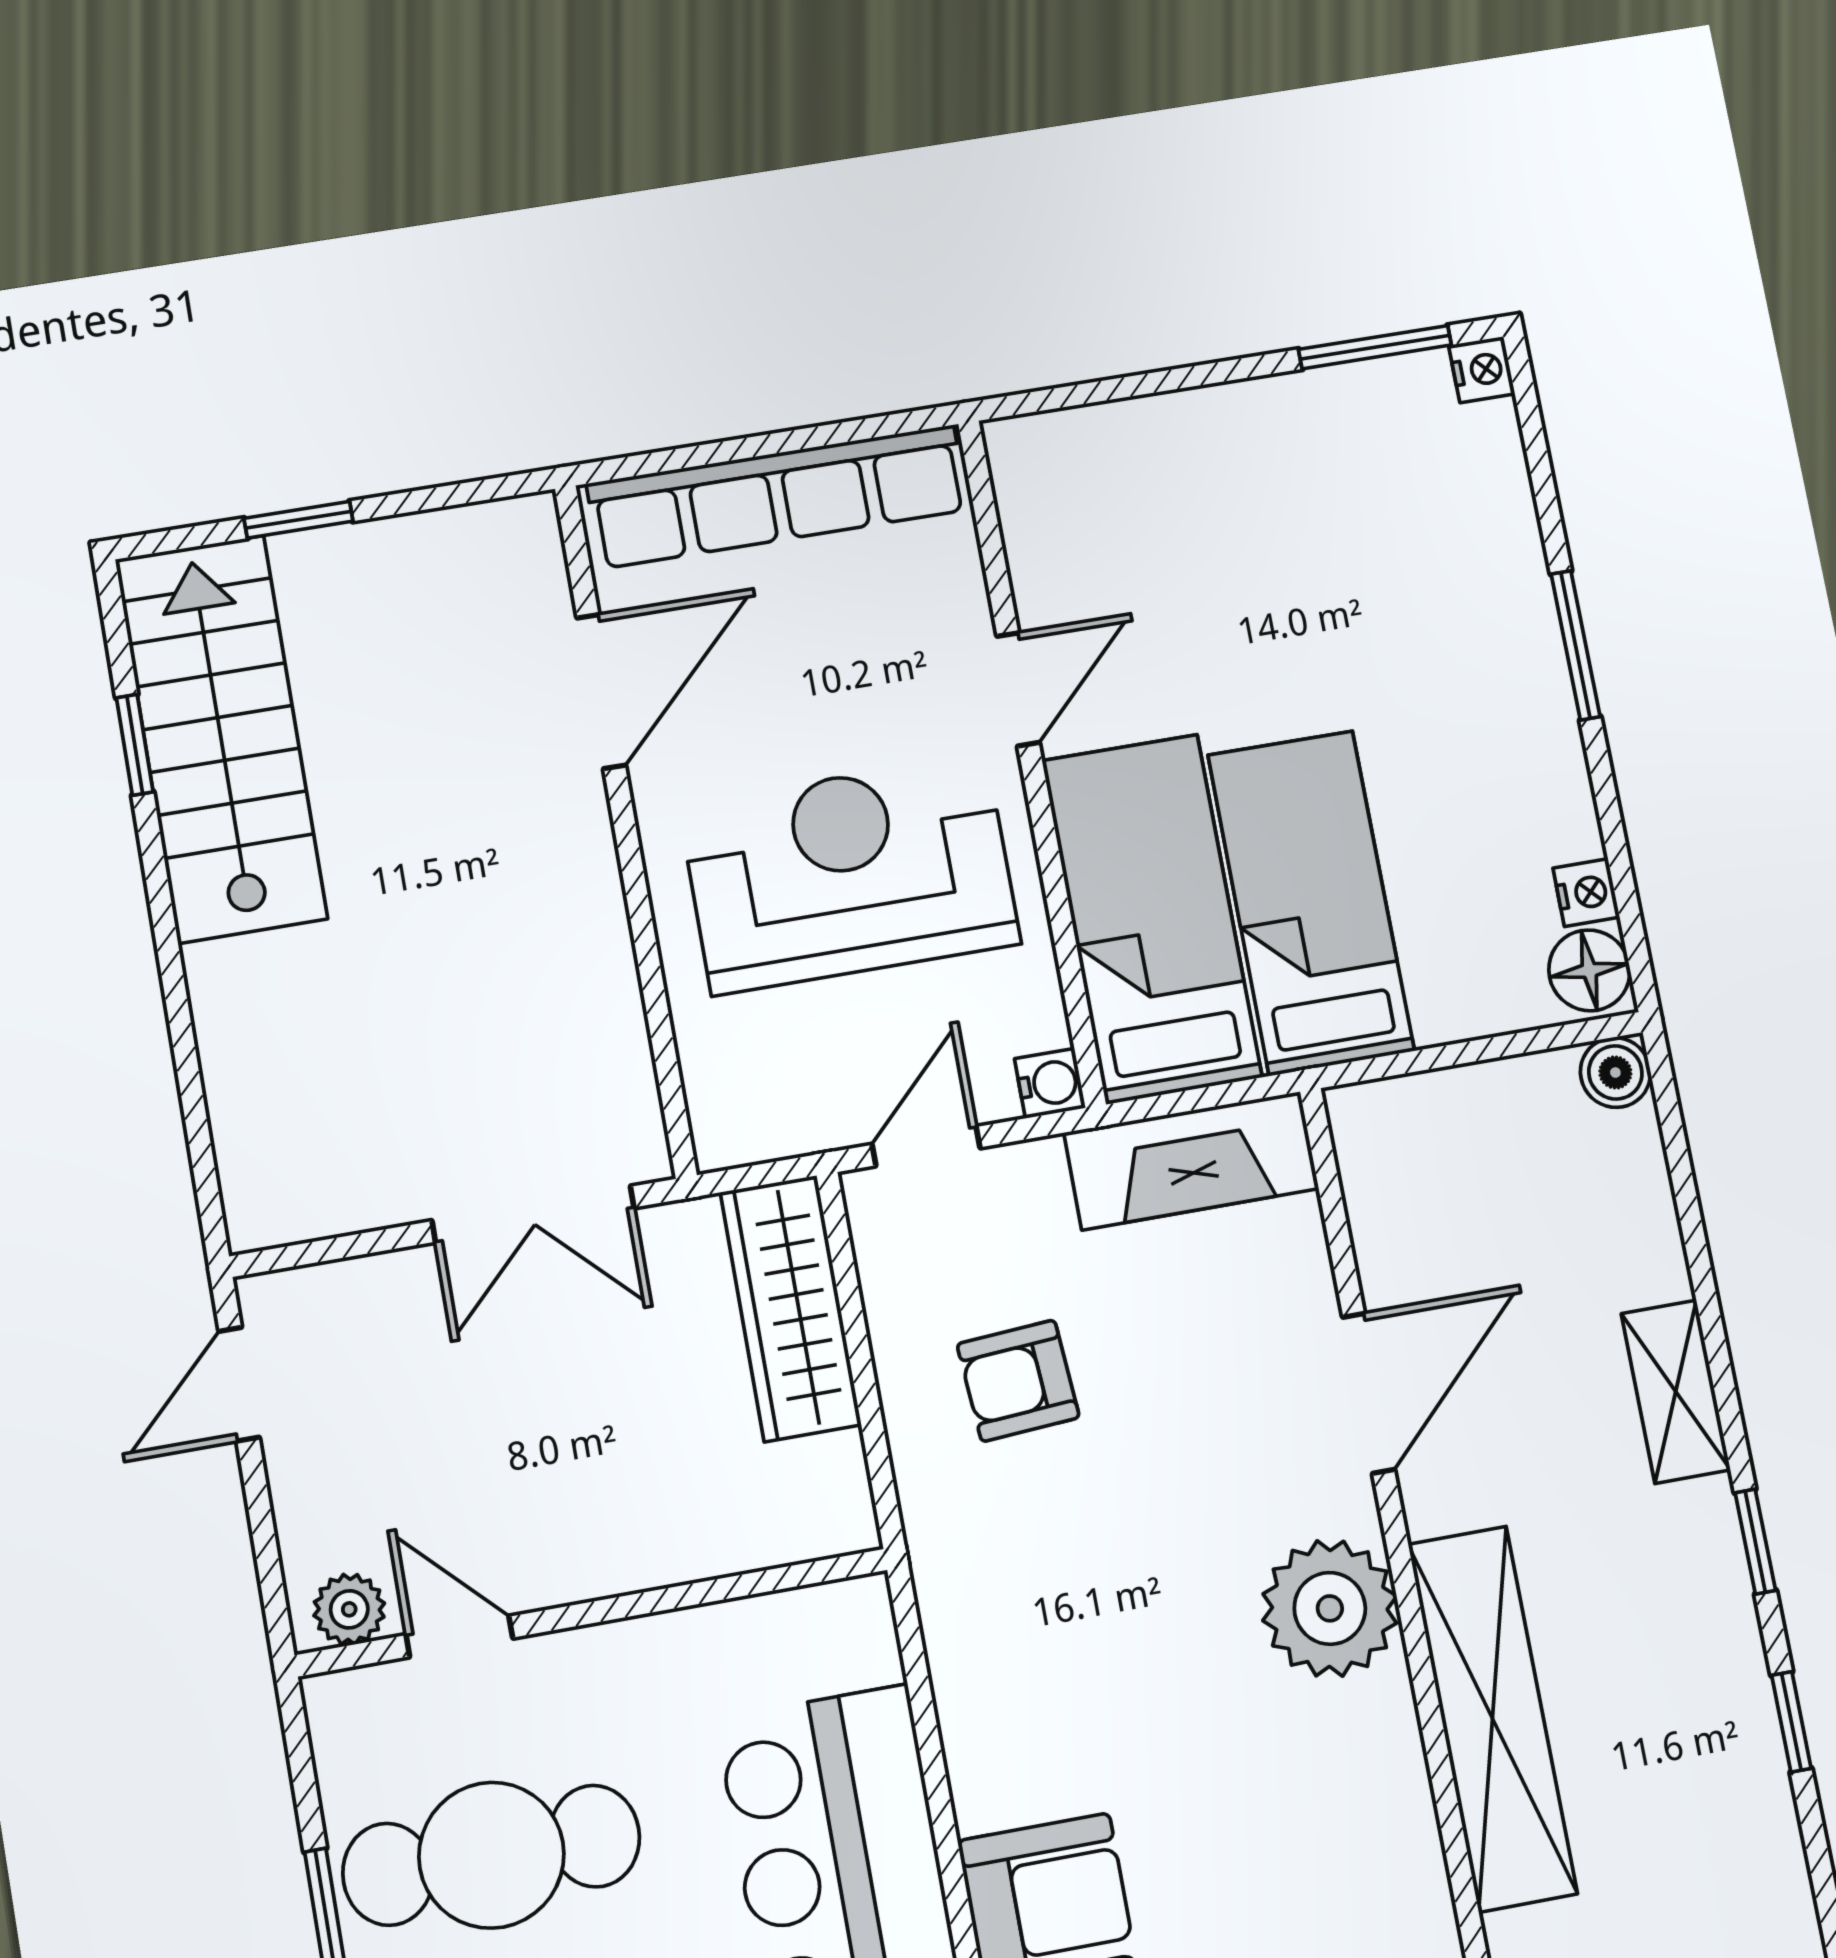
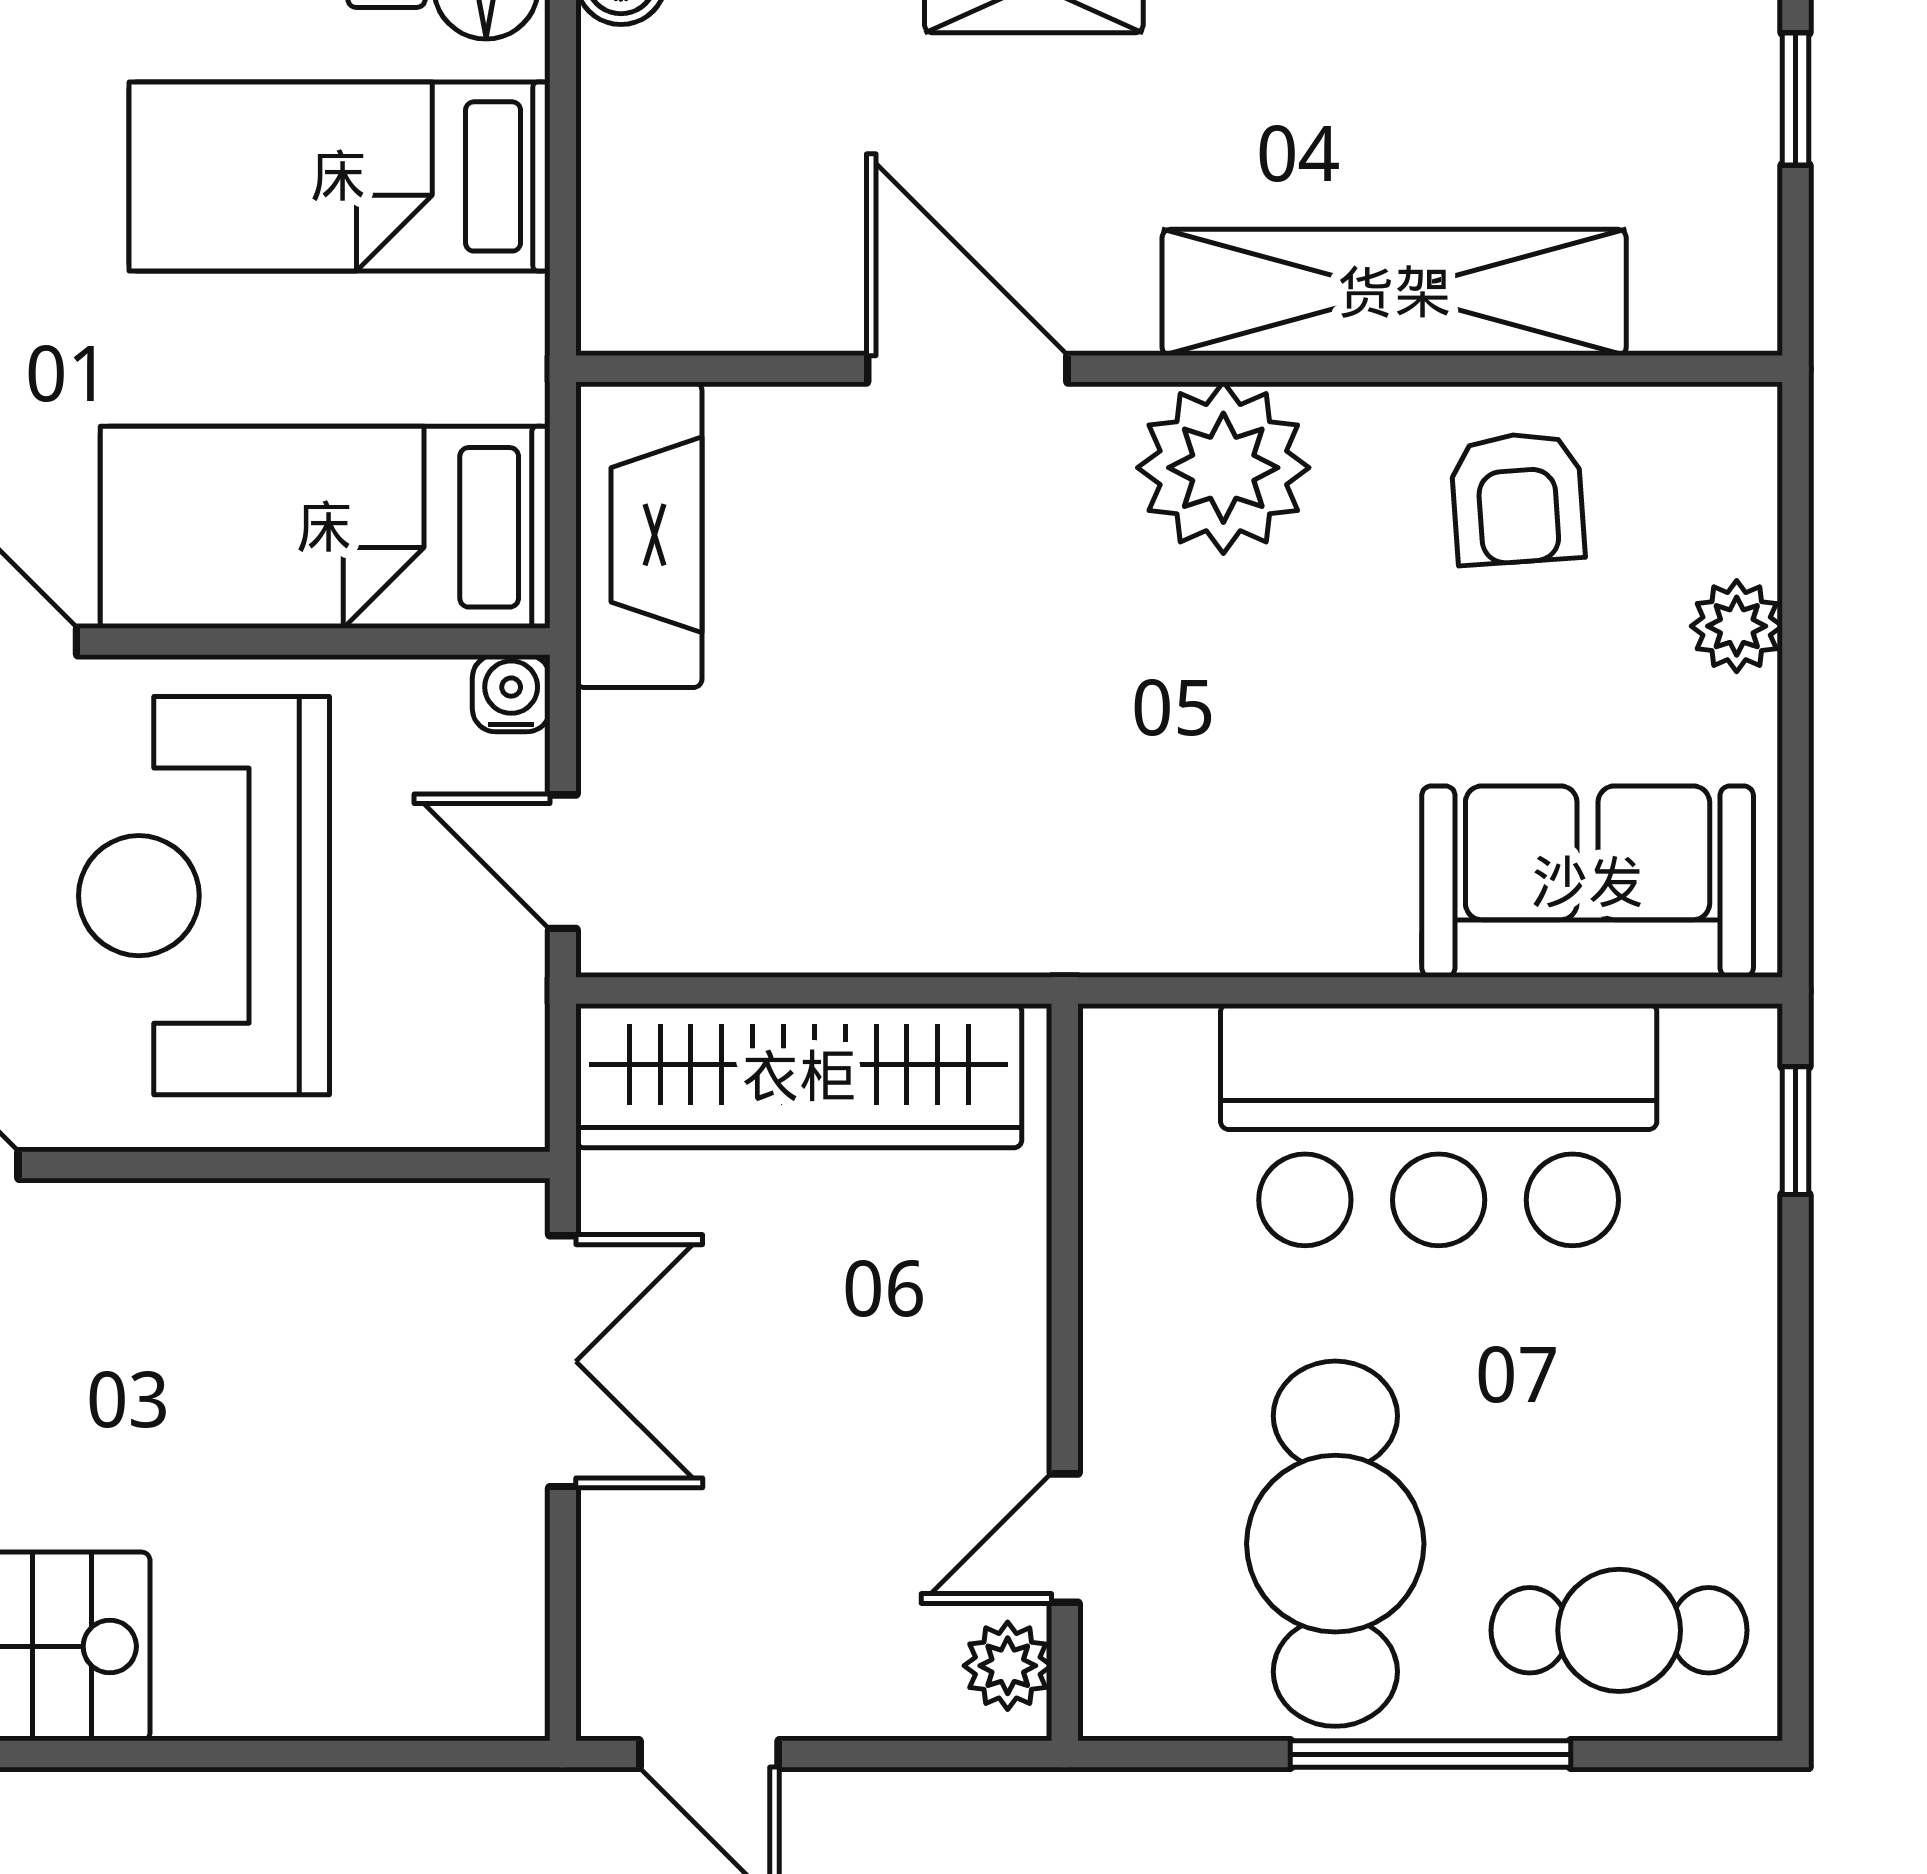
bed: (1311, 903) -> (339, 176), moved
wardrobe: (791, 1308) -> (799, 1076), width x1.40, depth x1.17
armchair: (1018, 1381) -> (1518, 498), moved

